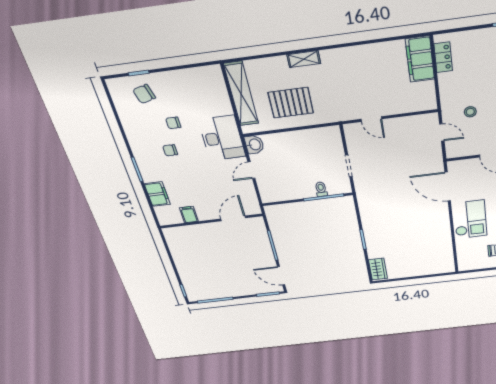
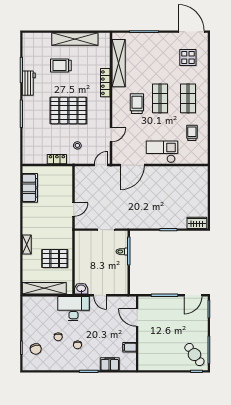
locker: (443, 57) -> (57, 159), moved
filing cabinet: (420, 59) -> (30, 188), moved, turned -90
pallet: (291, 103) -> (55, 259), turned 90
door: (442, 132) -> (101, 165), moved
cafe table: (204, 286) -> (194, 355), added

